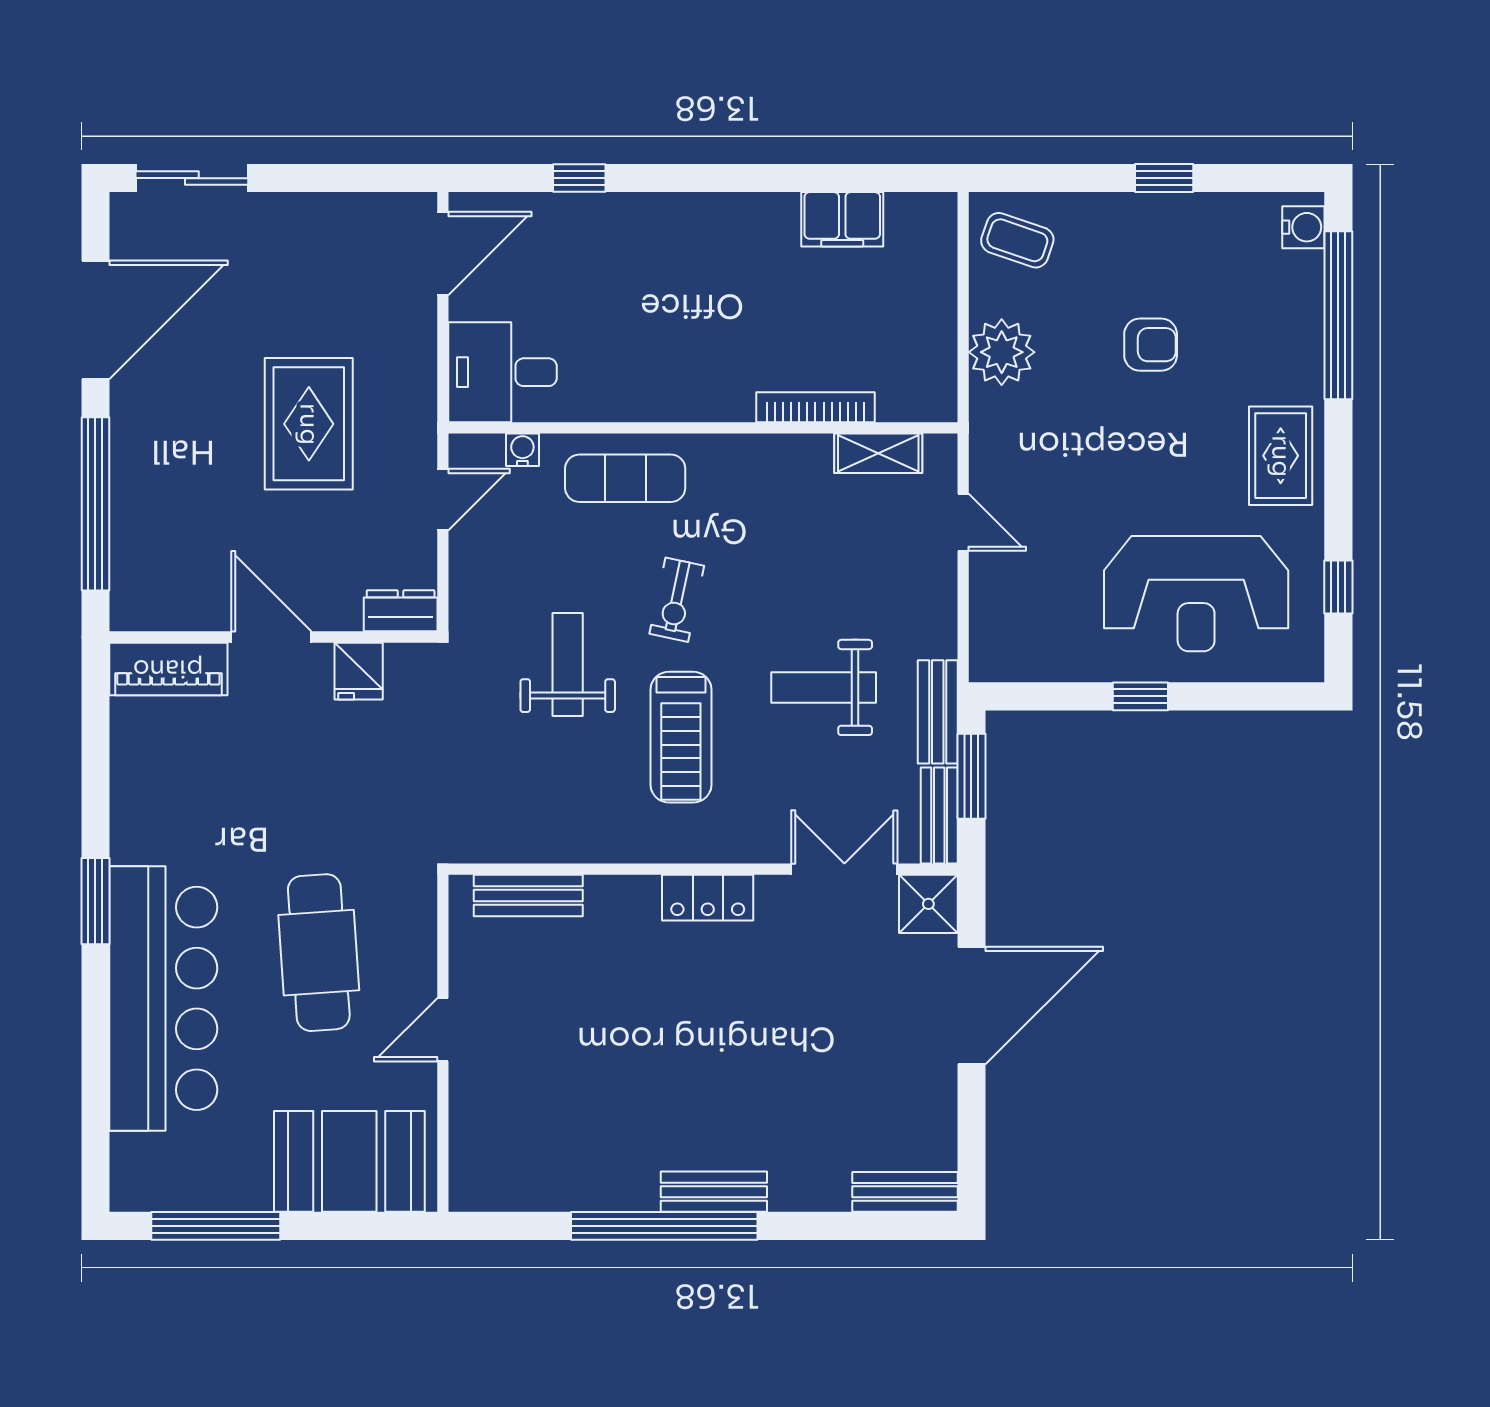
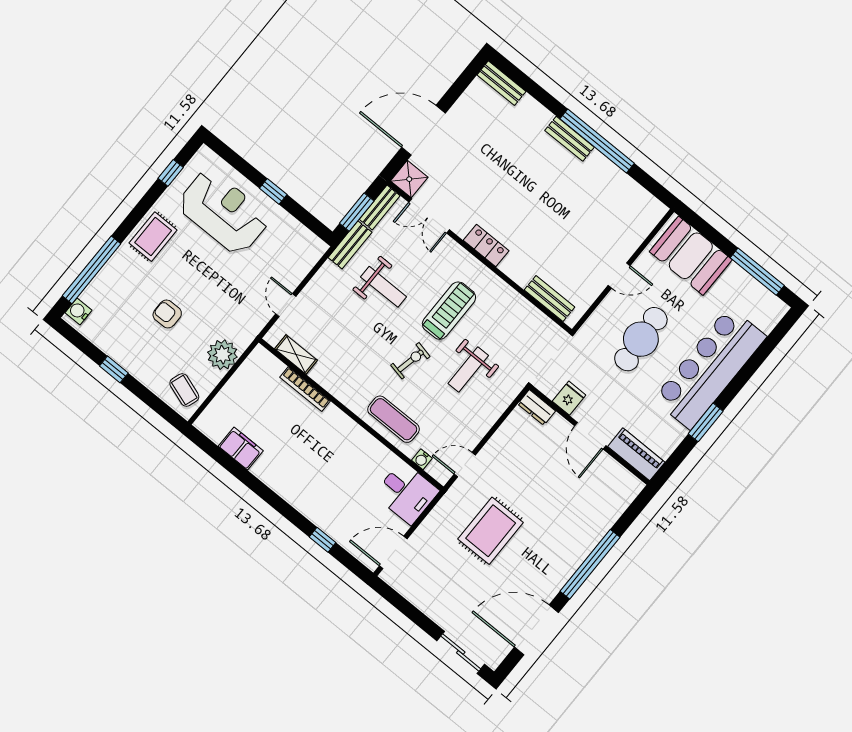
dresser: (401, 611) -> (537, 407), moved
door: (271, 637) -> (590, 436), moved
wall: (273, 637) -> (590, 435), moved
piano: (168, 669) -> (636, 454), moved
fridge: (359, 671) -> (569, 398), moved

